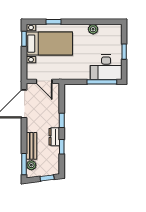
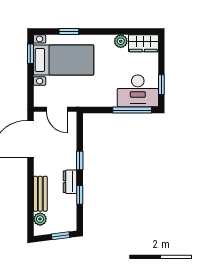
wardrobe: (110, 31) -> (143, 43), added
window: (124, 52) -> (161, 85), moved
window: (24, 164) -> (30, 218), removed

